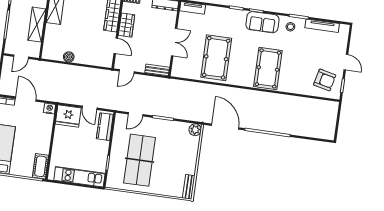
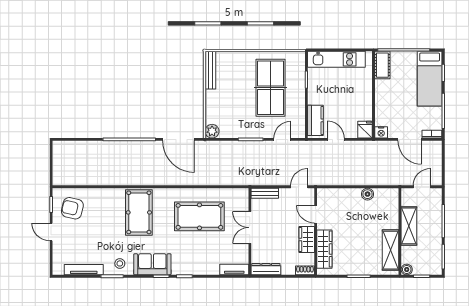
pool table: (216, 58) -> (199, 216), turned 90
fridge: (68, 116) -> (365, 130), width x0.53, depth x0.75
bench: (189, 187) -> (210, 70), width x1.36

